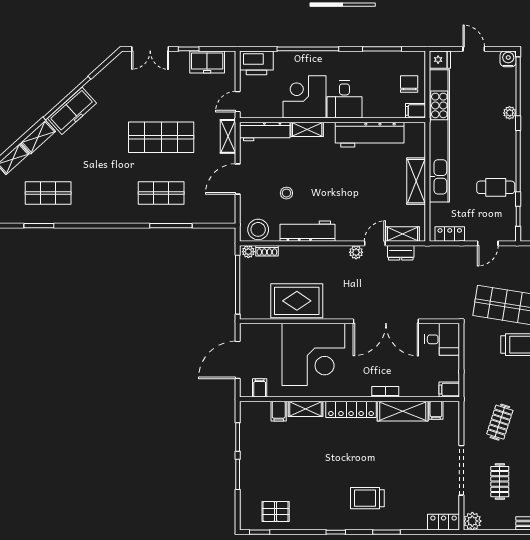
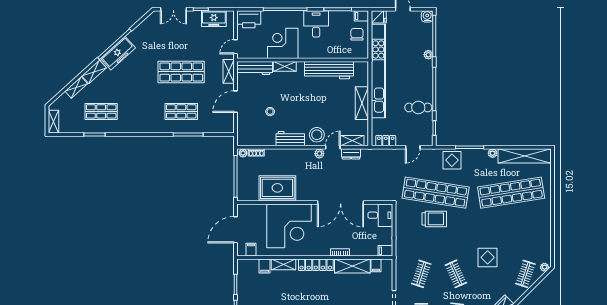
desk: (344, 100) -> (316, 24), moved, turned 180
filing cabinet: (415, 111) -> (361, 16), moved
stool: (258, 229) -> (317, 135), moved
workbench: (307, 231) -> (290, 139), width x0.73

